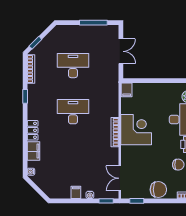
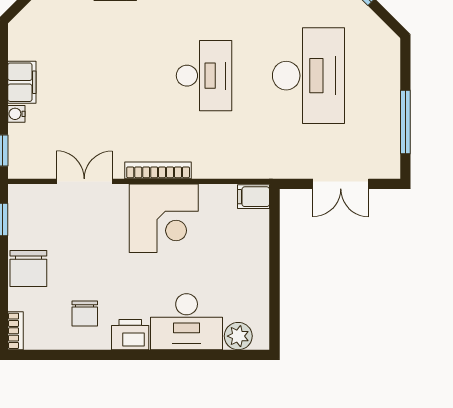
desk: (73, 66) -> (308, 76), width x1.36, depth x1.30
double door: (120, 178) -> (84, 181), moved
filing cabinet: (76, 192) -> (22, 82), width x2.00

